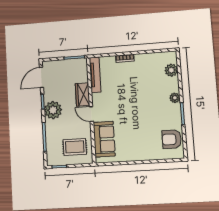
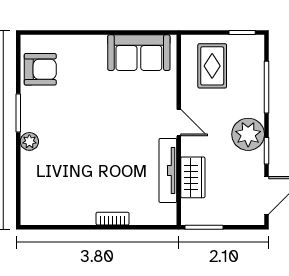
plant: (171, 70) -> (32, 191), removed
tv unit: (95, 75) -> (168, 170), moved
wardrobe: (82, 94) -> (193, 177), moved
sofa: (104, 139) -> (139, 53), moved, turned -90
rug: (75, 147) -> (212, 66), turned 90

